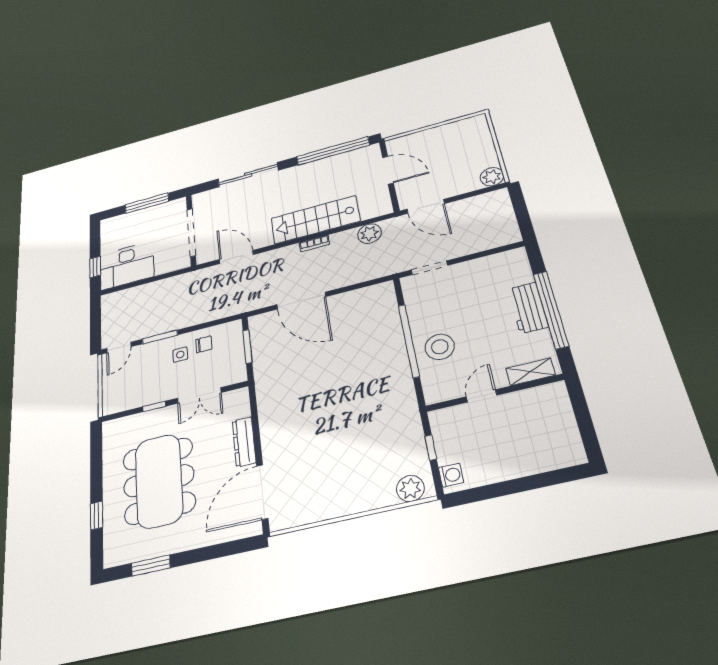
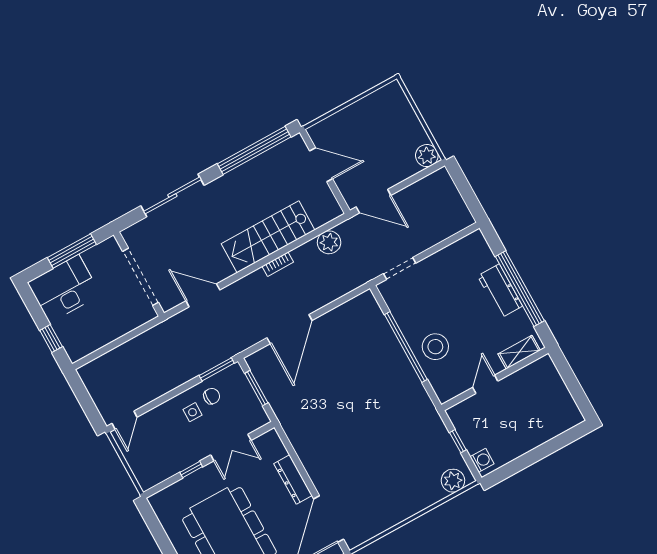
desk: (127, 266) -> (64, 289), moved, turned 180
door: (301, 301) -> (290, 329), hinge flipped
window: (160, 337) -> (217, 369), moved

